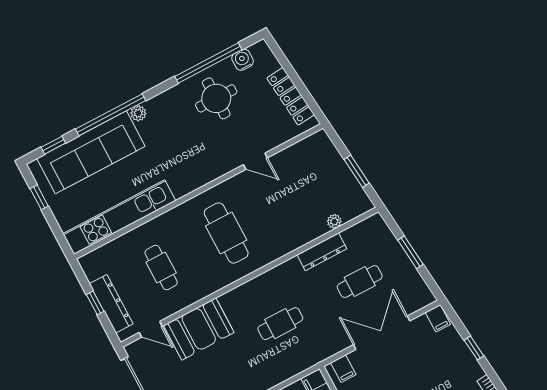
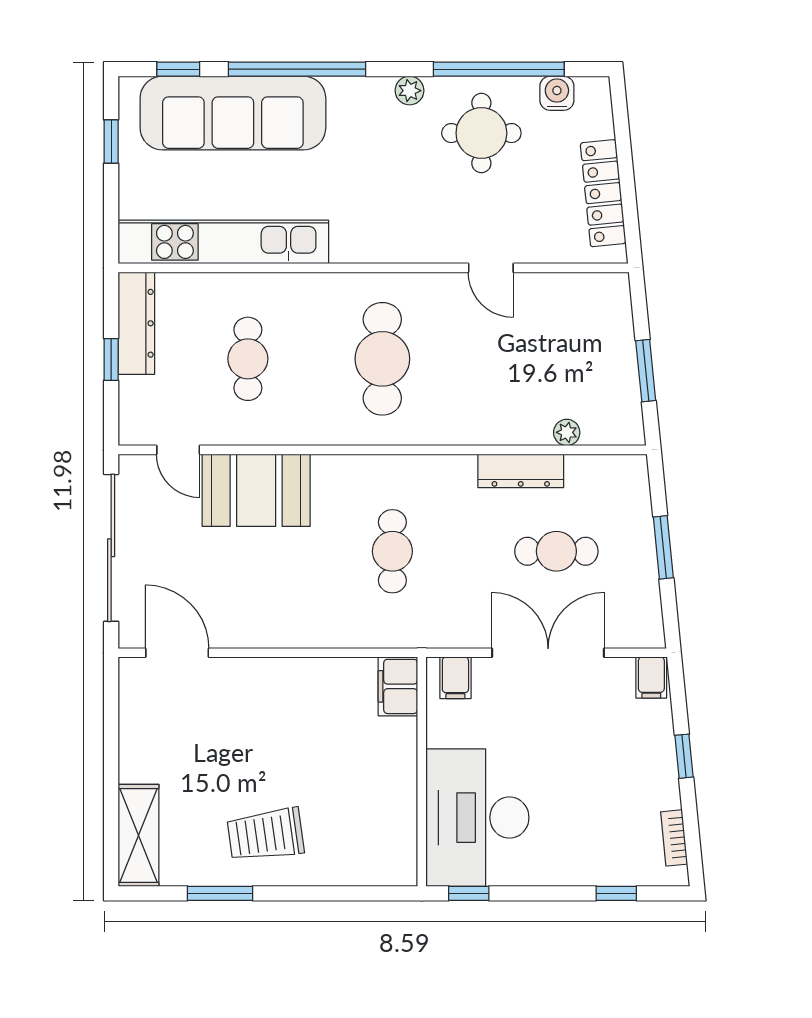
plant: (138, 113) -> (410, 91), moved
dresser: (111, 304) -> (136, 323), moved
cafe table: (280, 324) -> (392, 551), turned 90

